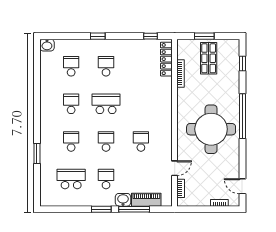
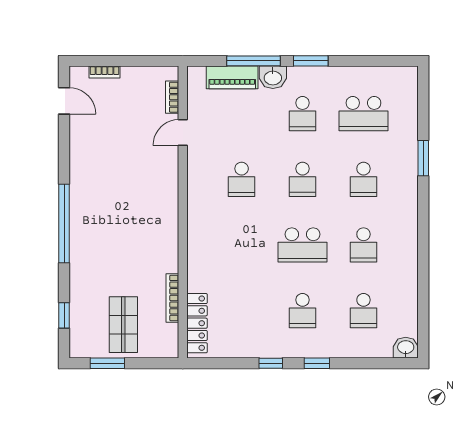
window: (150, 36) -> (271, 363), moved
window: (204, 36) -> (107, 363), moved
round table: (211, 129) -> (119, 201), removed

